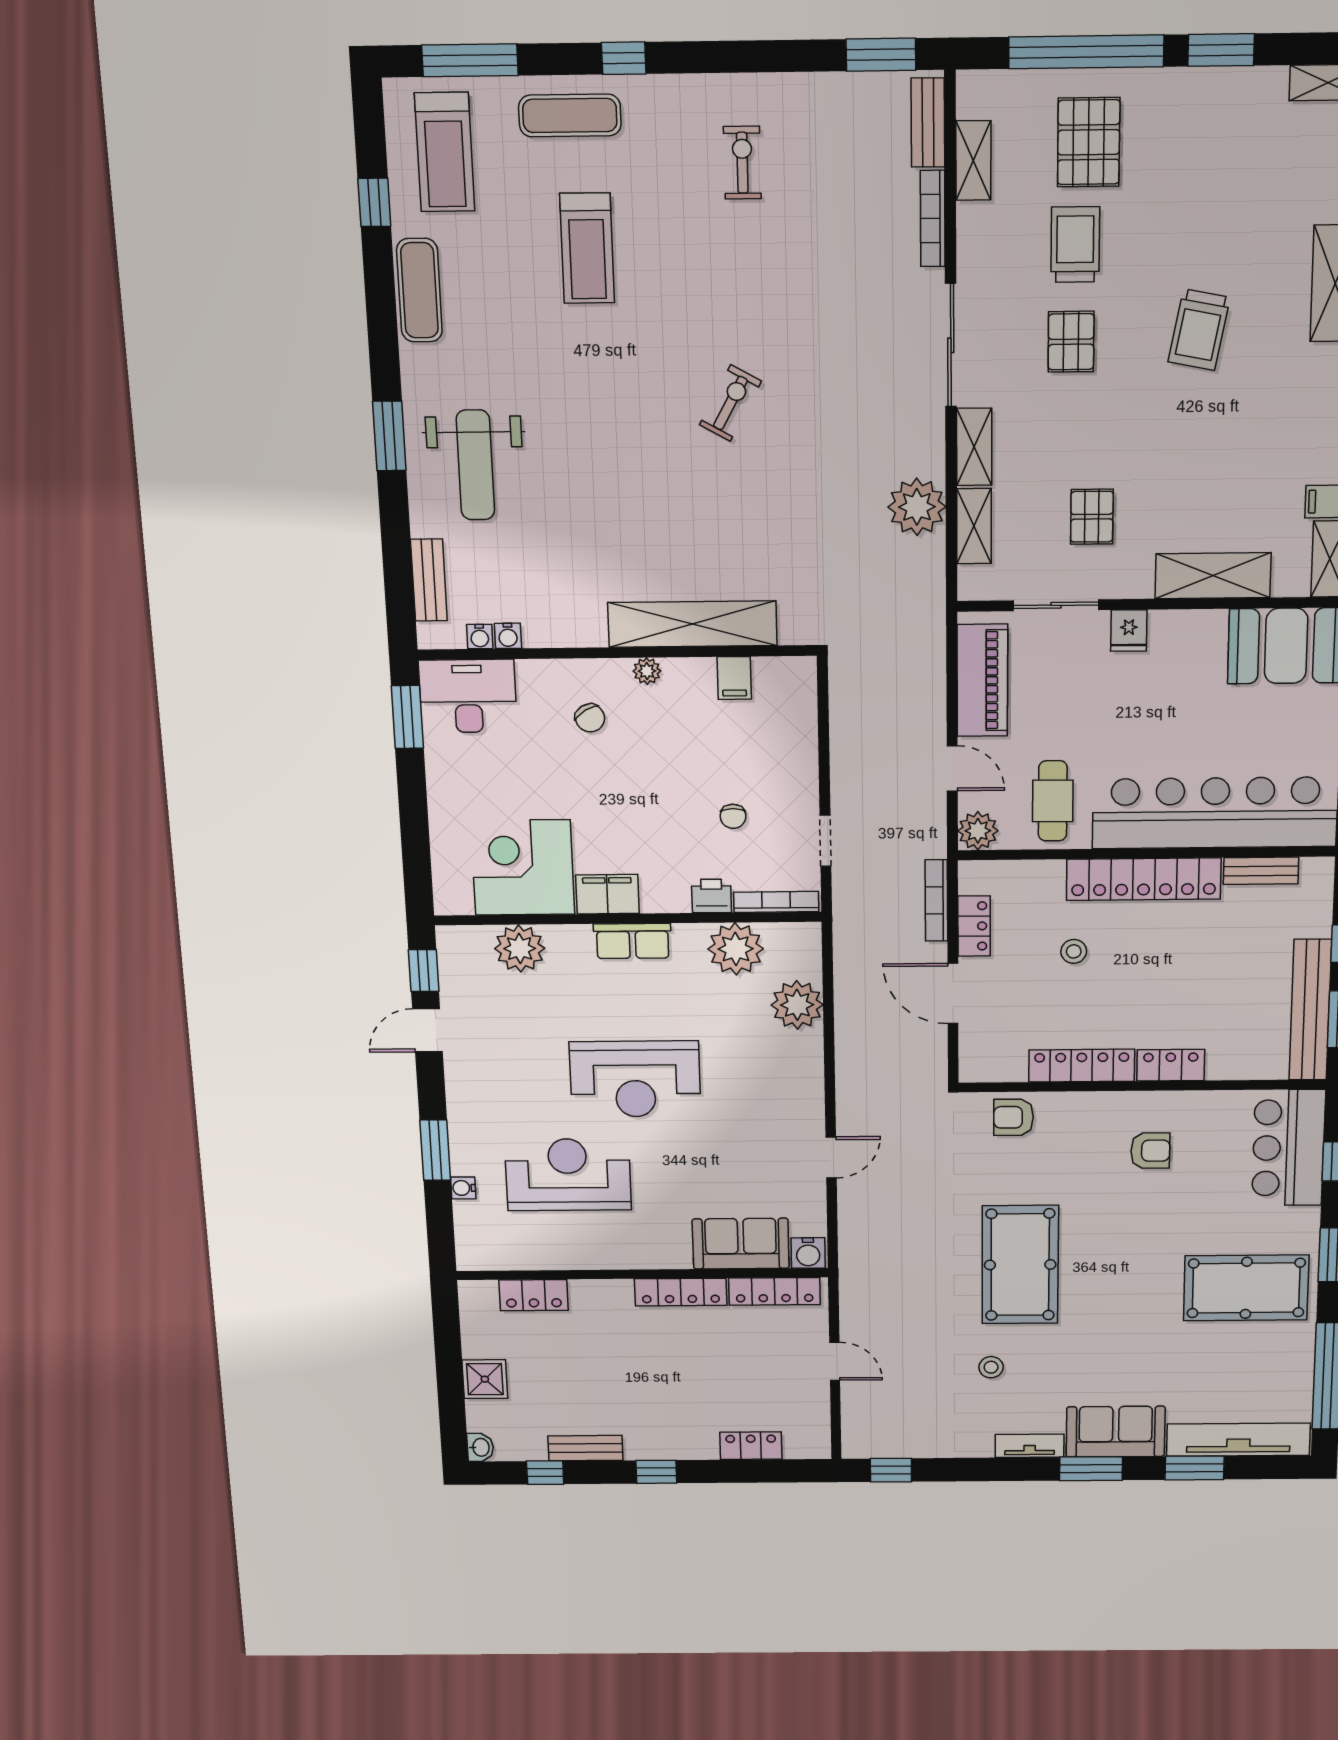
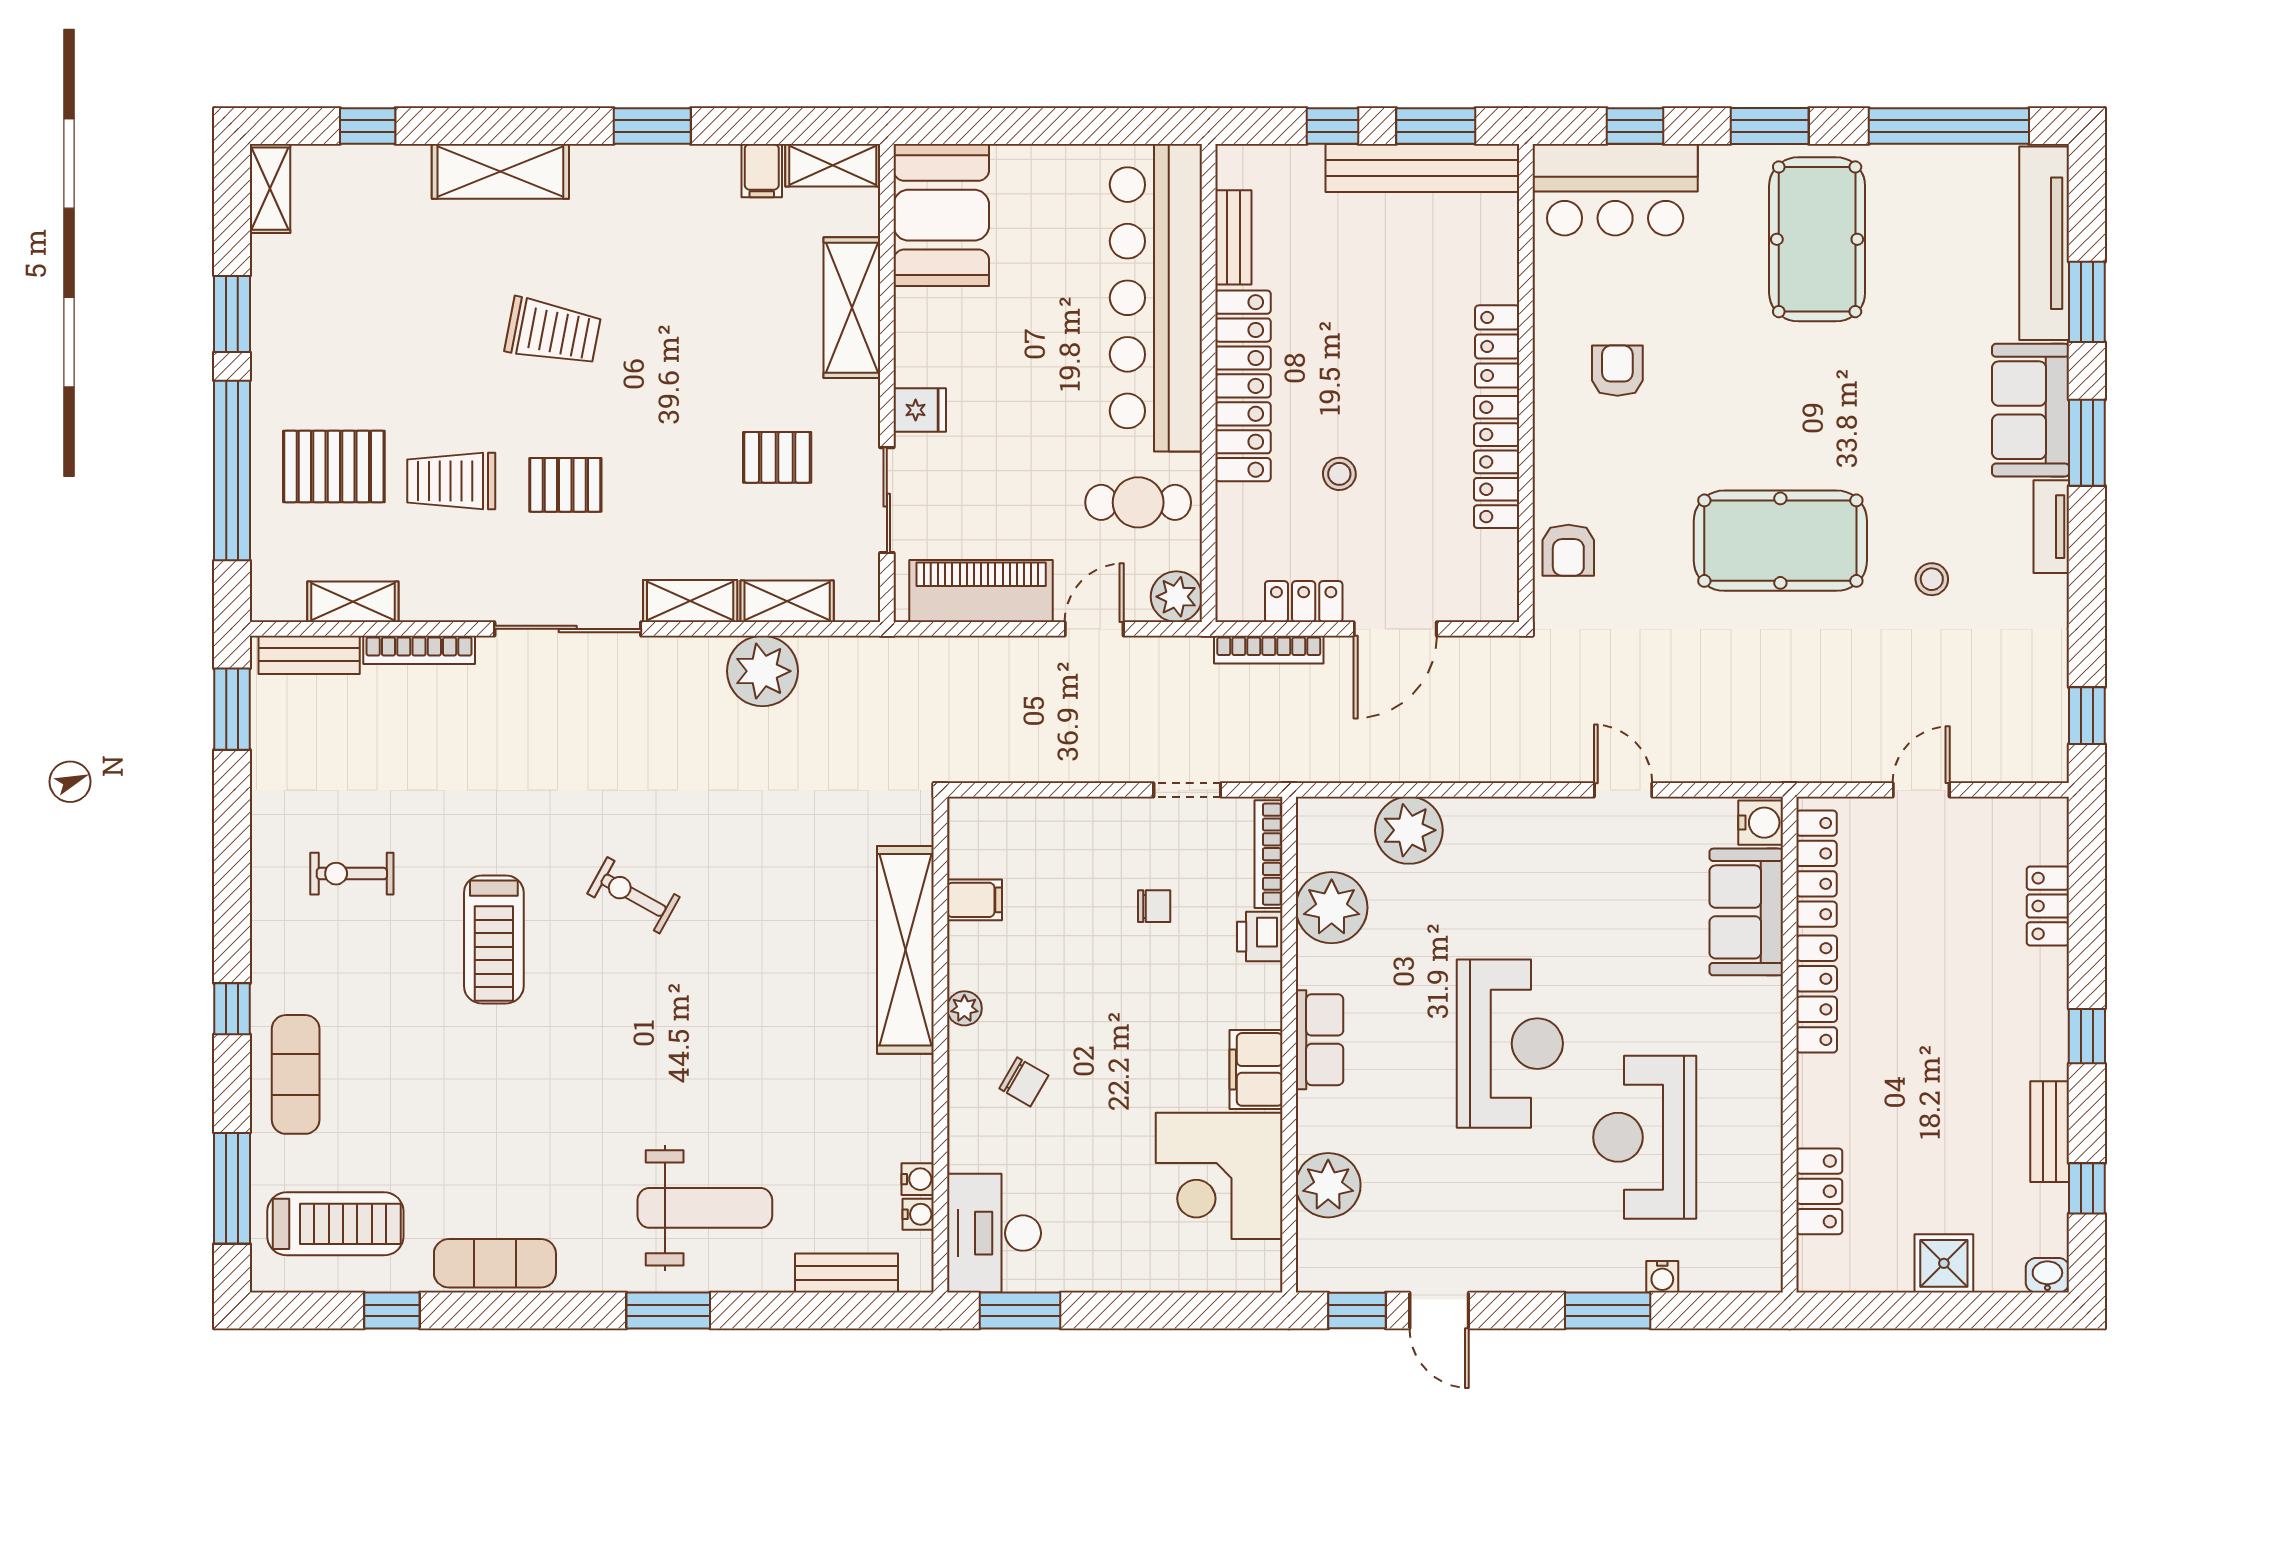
treadmill: (587, 248) -> (494, 939), moved, turned 90
chair: (590, 718) -> (1024, 1082), turned 61

